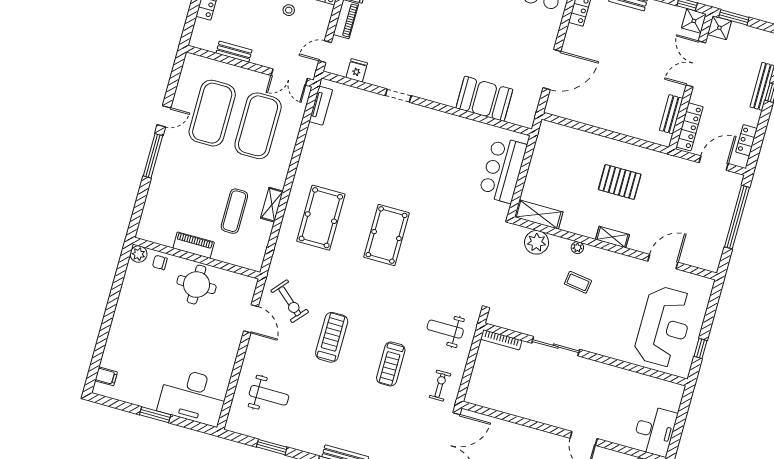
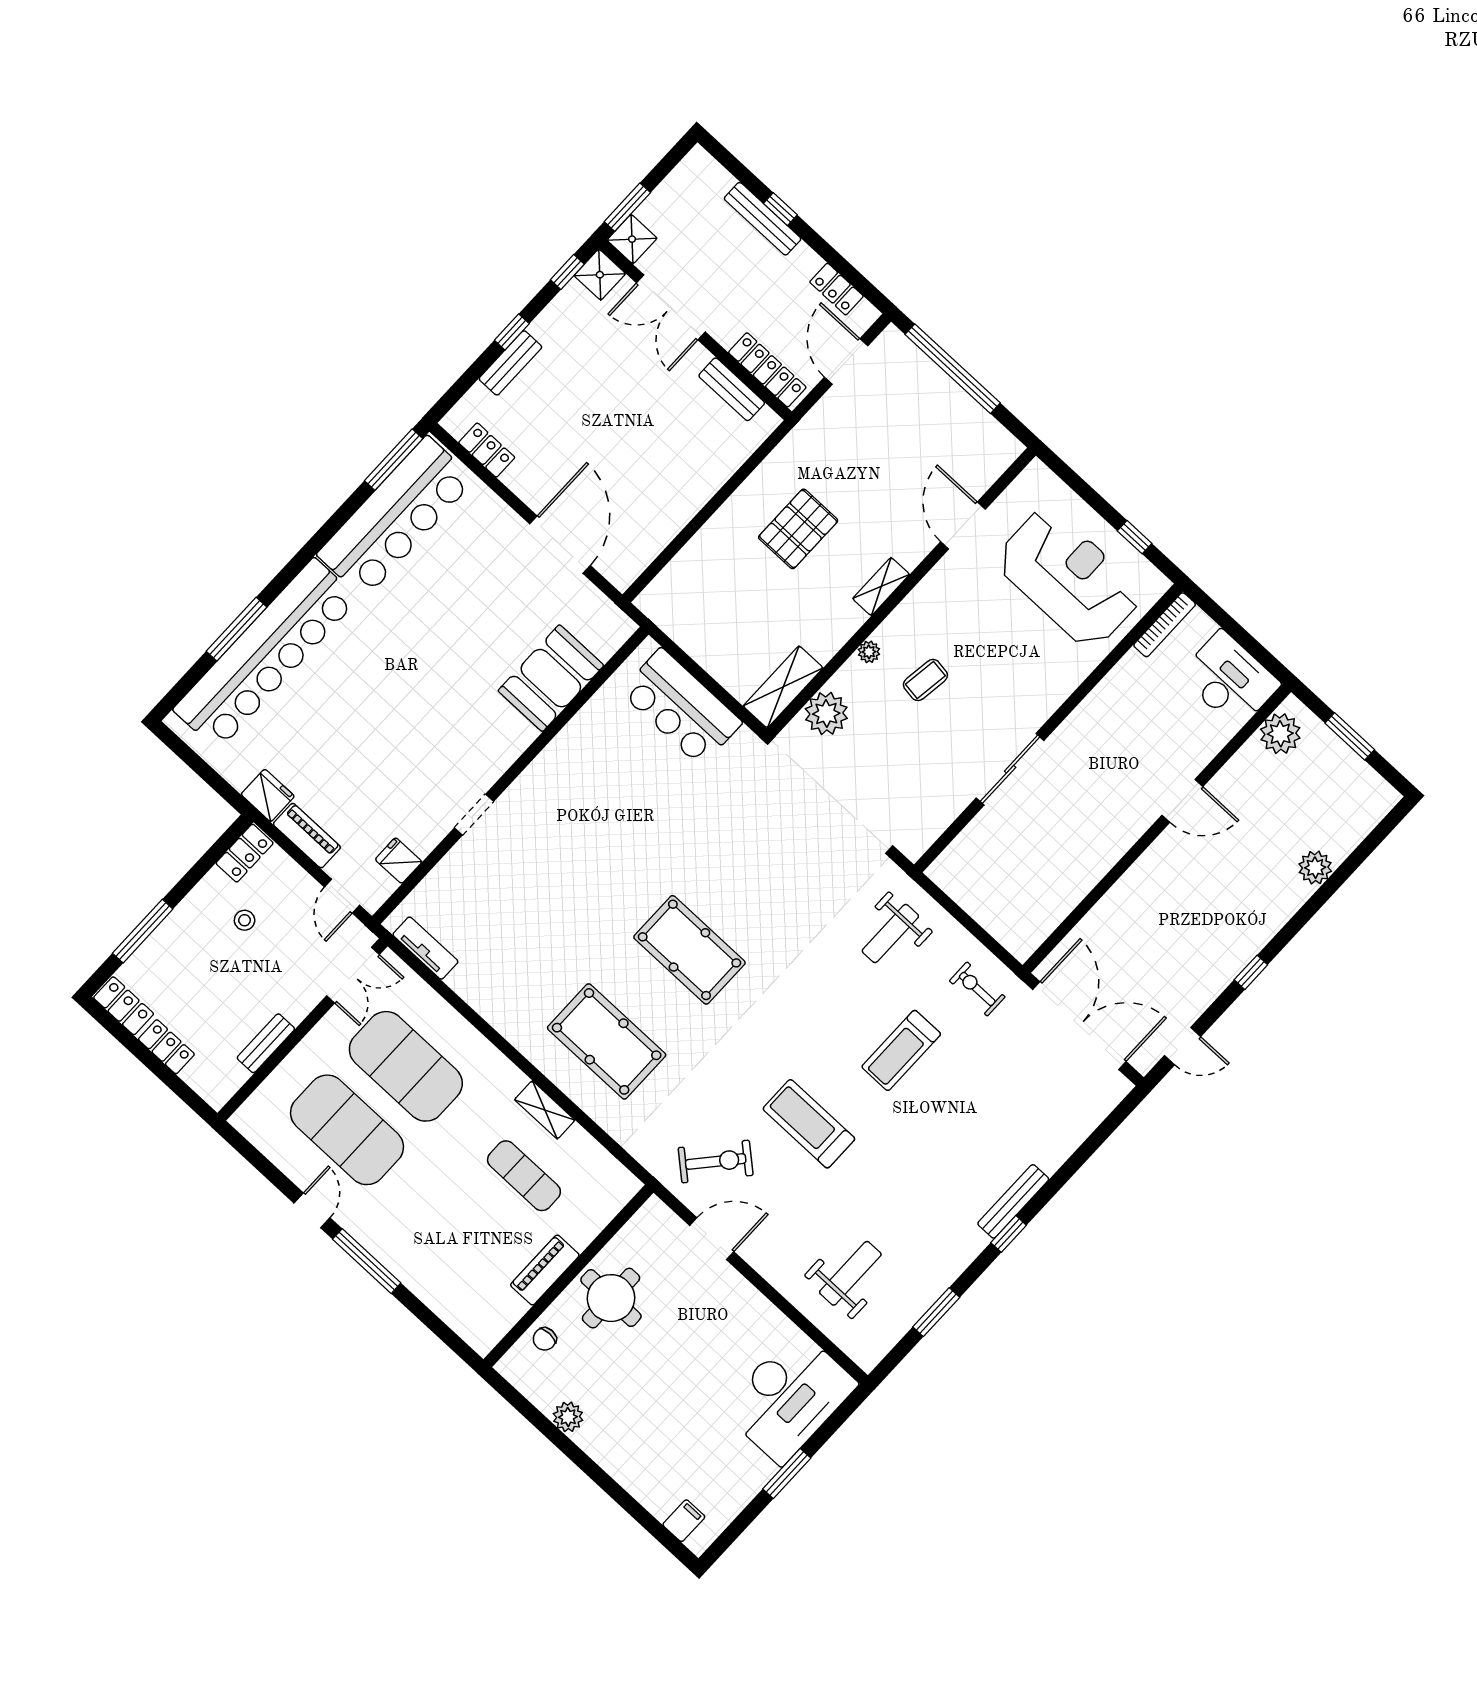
plant: (139, 254) -> (568, 1417), moved
bookcase: (501, 340) -> (1165, 625), moved
treadmill: (391, 364) -> (901, 1050), turned 90

